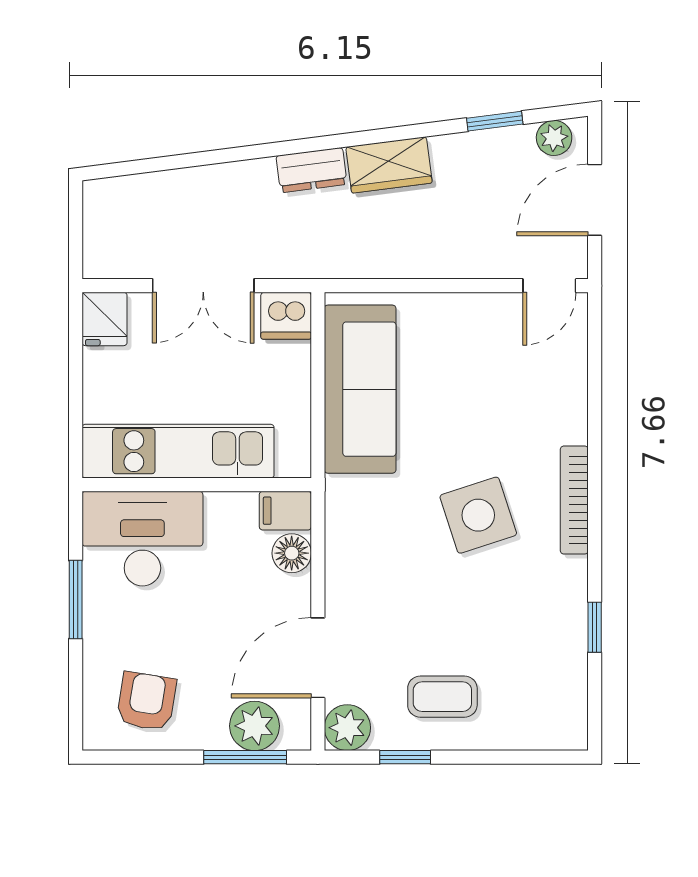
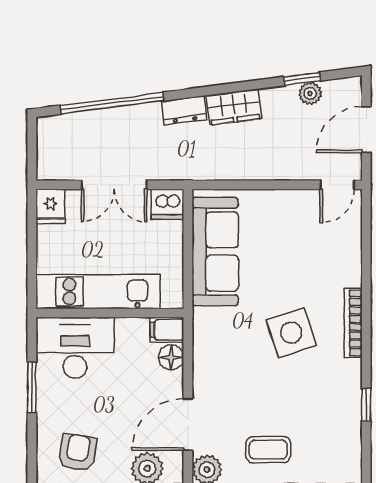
plant: (554, 138) -> (310, 93), moved
window: (200, 159) -> (112, 103), added

